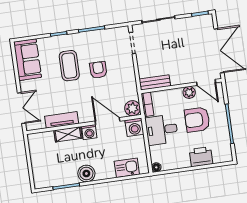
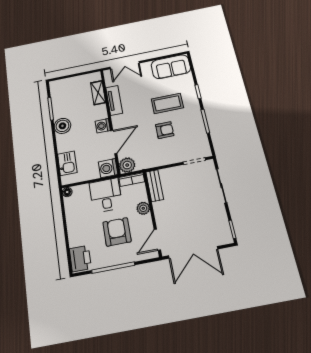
plant: (189, 92) -> (143, 208), moved
shelving: (68, 134) -> (98, 93), moved
printer: (201, 157) -> (80, 259), moved

